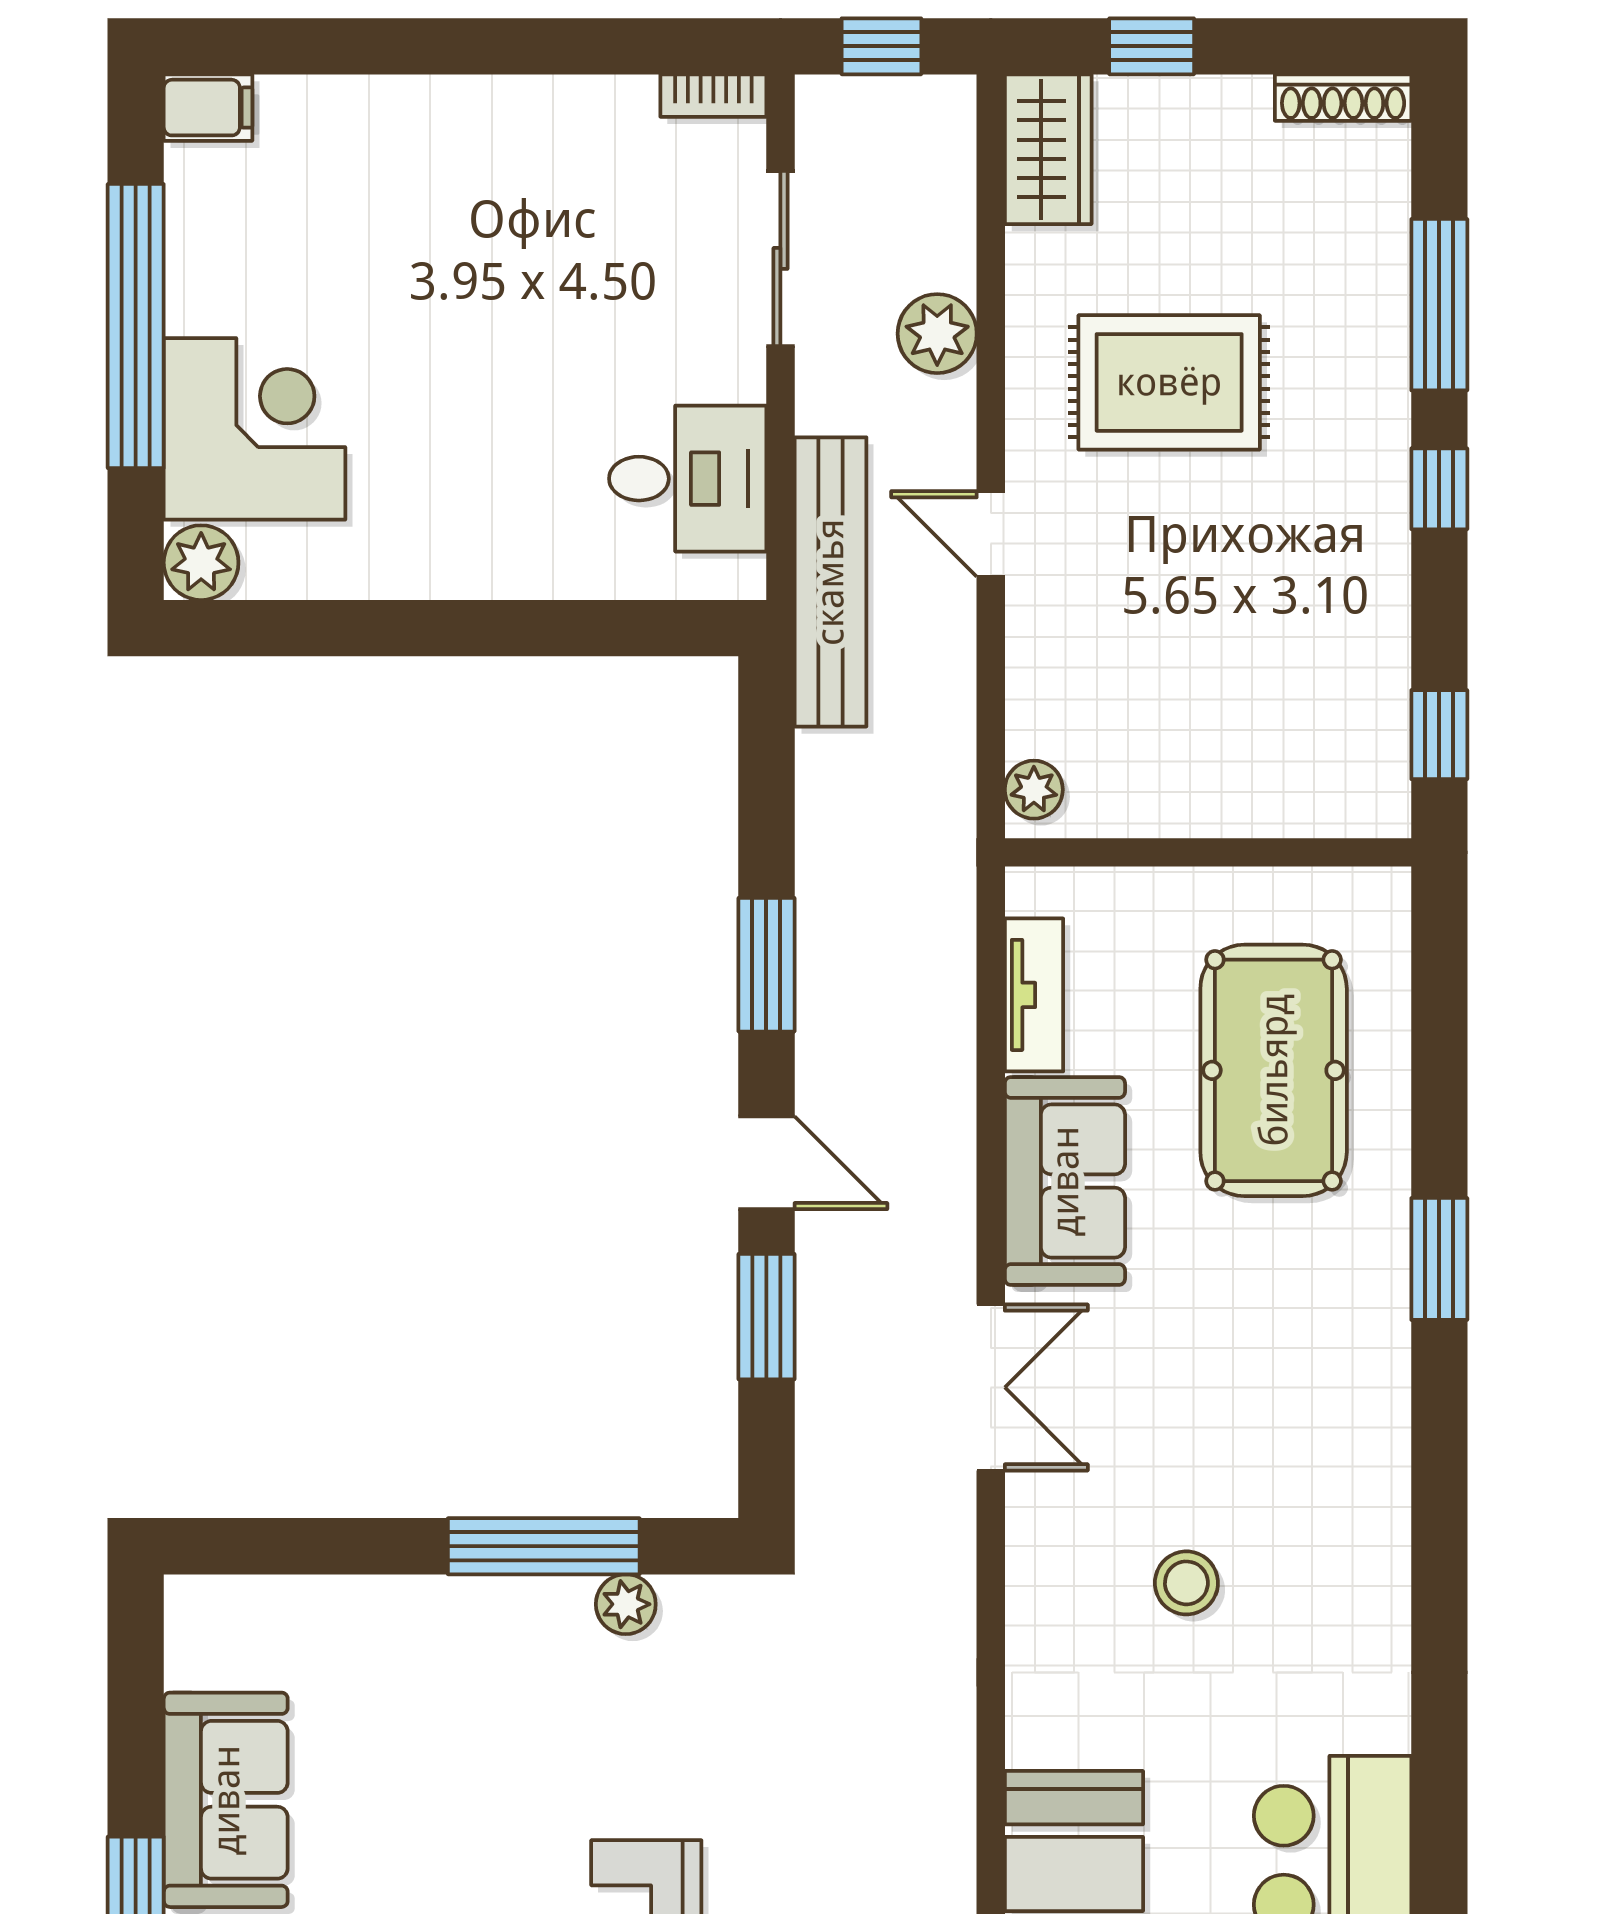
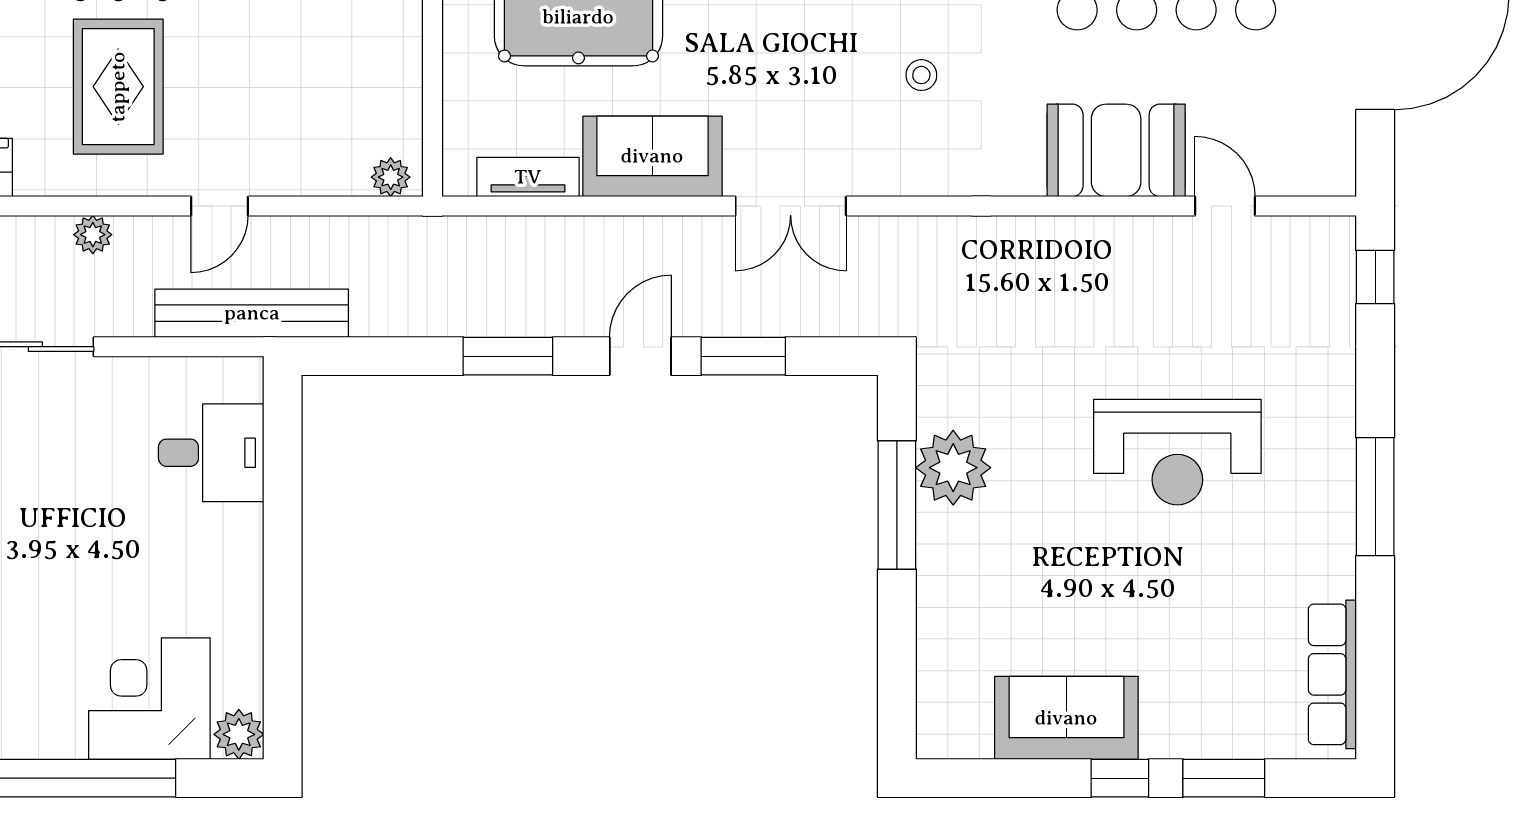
plant: (937, 334) -> (93, 235), width x0.73, depth x0.73
desk: (688, 479) -> (211, 453), moved, turned 90
double door: (991, 1387) -> (791, 206), swing flipped
stool: (1186, 1583) -> (921, 75), width x0.73, depth x0.73
plant: (626, 1604) -> (953, 468), width x1.87, depth x1.87

